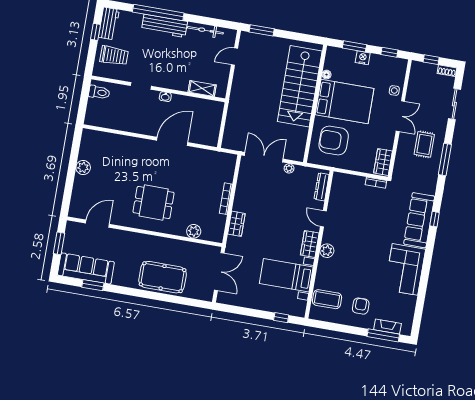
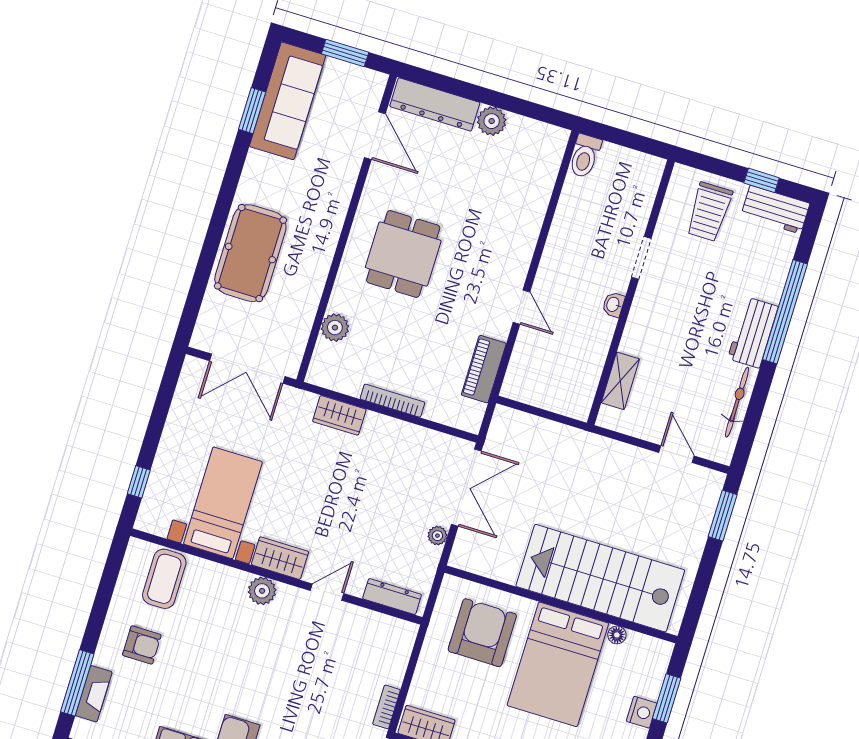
workbench: (164, 26) -> (753, 333), width x0.73
toilet: (99, 92) -> (585, 156), moved
door: (172, 141) -> (521, 307), width x0.53
piano: (205, 156) -> (484, 369), added
dresser: (79, 196) -> (435, 104), added

